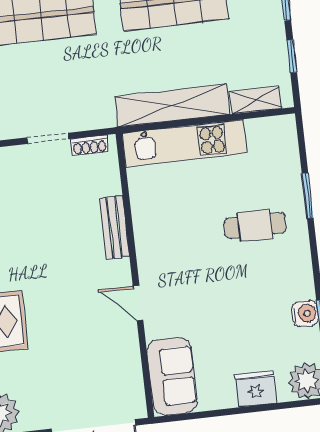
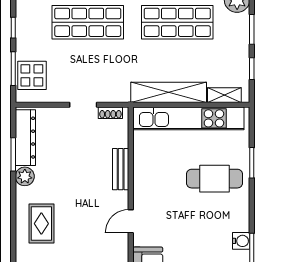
kitchen unit: (184, 143) -> (188, 118), width x1.36
cafe table: (255, 226) -> (214, 179), width x1.37, depth x1.35
door: (138, 303) -> (131, 221), hinge flipped

